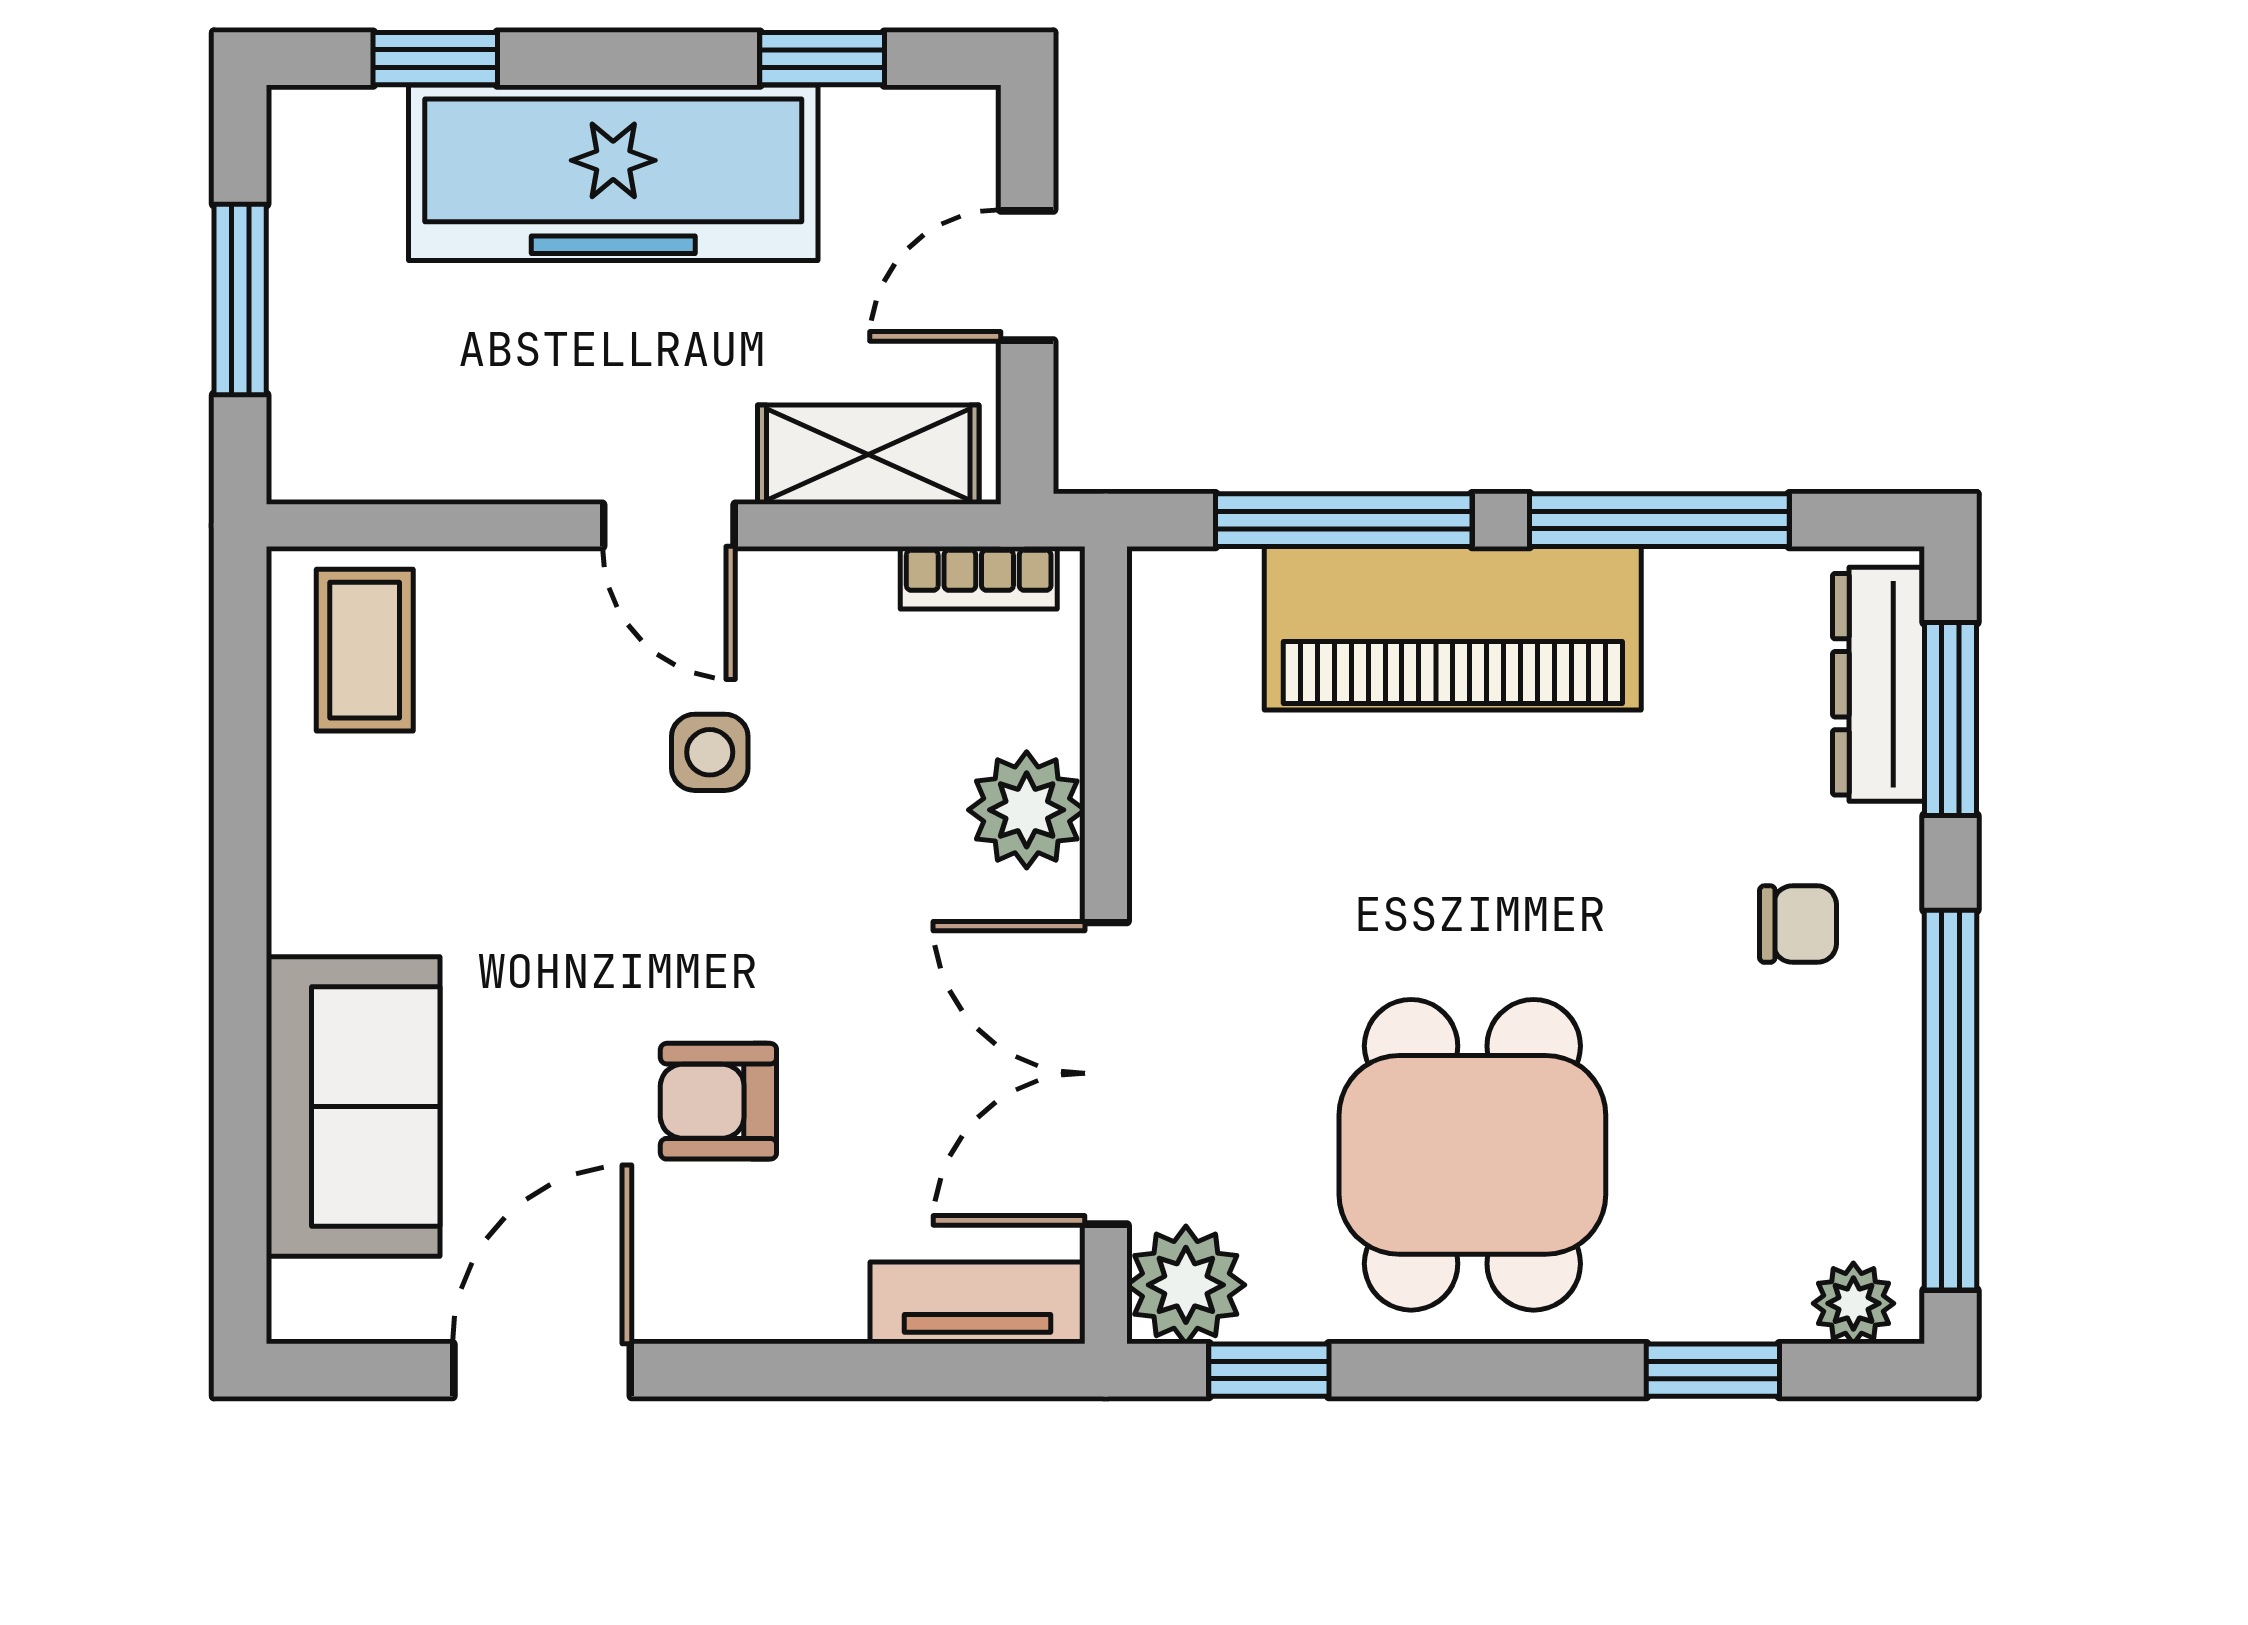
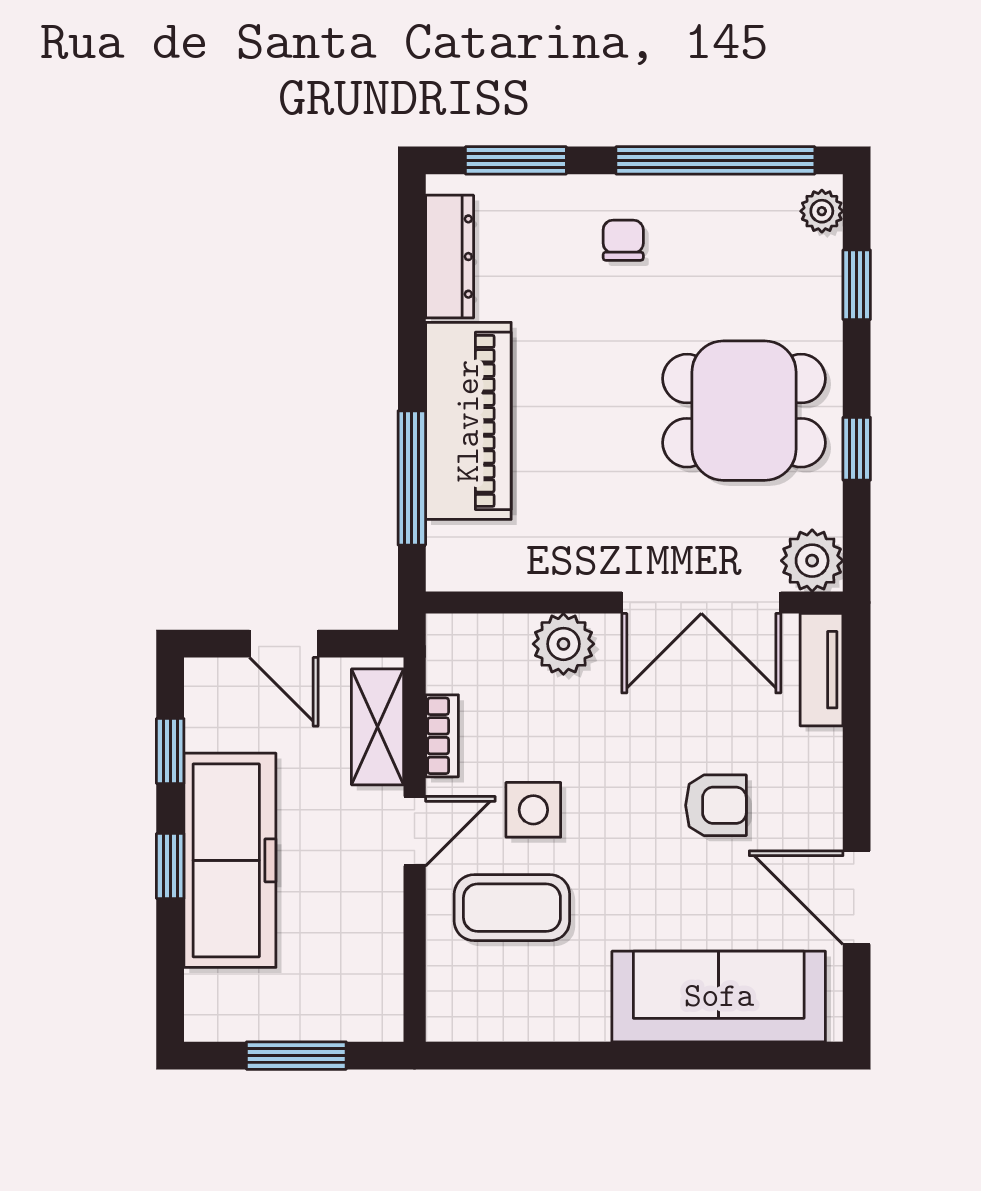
window: (435, 59) -> (170, 866), moved
window: (1659, 520) -> (412, 313), removed
bookcase: (979, 578) -> (442, 736), moved
coffee table: (365, 650) -> (512, 908), moved, width x1.36, depth x1.30
dresser: (1878, 684) -> (450, 257), moved, turned -90
side table: (710, 752) -> (533, 810), width x1.37, depth x1.37
armchair: (718, 1101) -> (716, 805), turned -90
sofa: (353, 1106) -> (719, 996), width x1.36
window: (1269, 1370) -> (857, 449), moved

